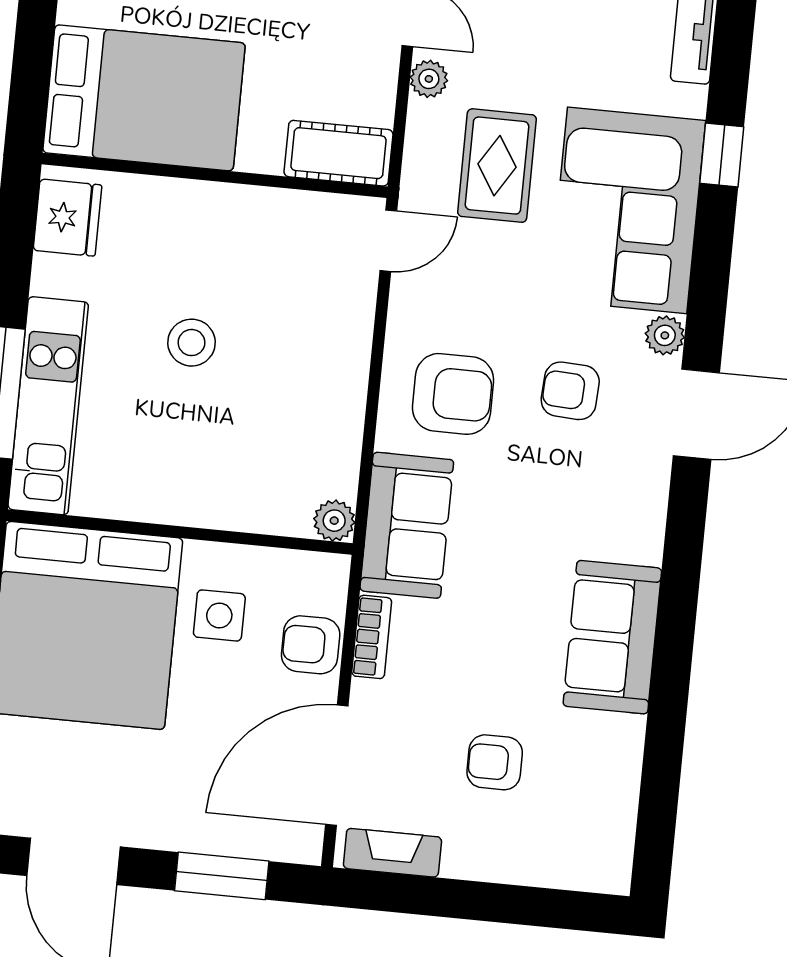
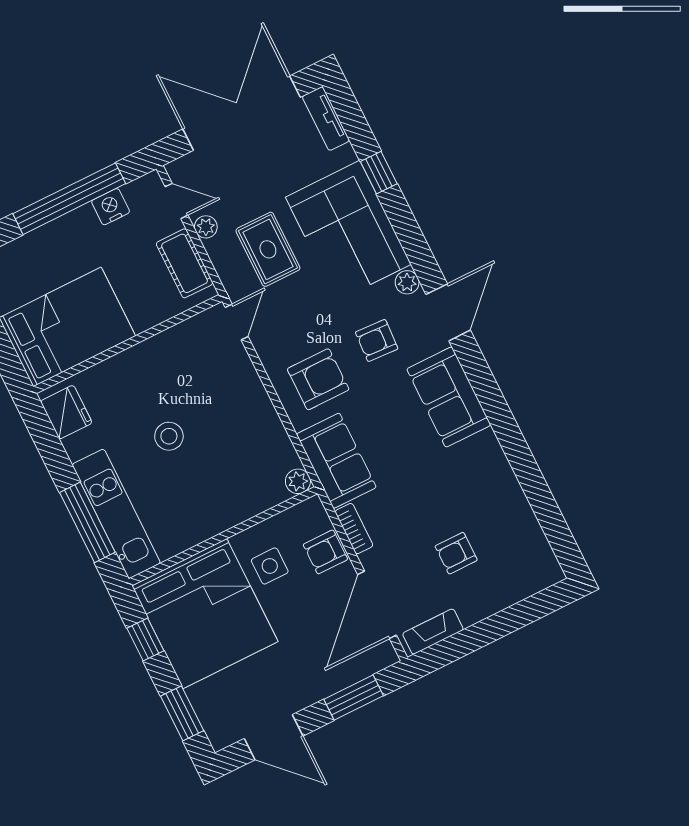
cot: (339, 153) -> (185, 263), moved, turned 90
sofa: (612, 637) -> (449, 397), moved

